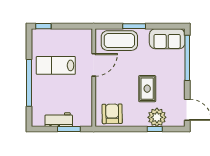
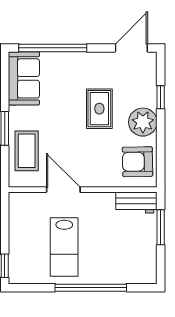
coffee table: (119, 41) -> (27, 151), width x0.73, depth x0.76
rug: (147, 89) -> (99, 109), turned 90
plant: (157, 117) -> (143, 122), moved
workbench: (59, 120) -> (136, 202), moved, turned -90

